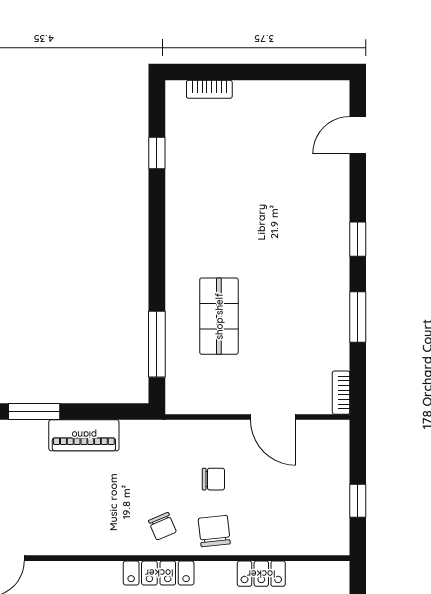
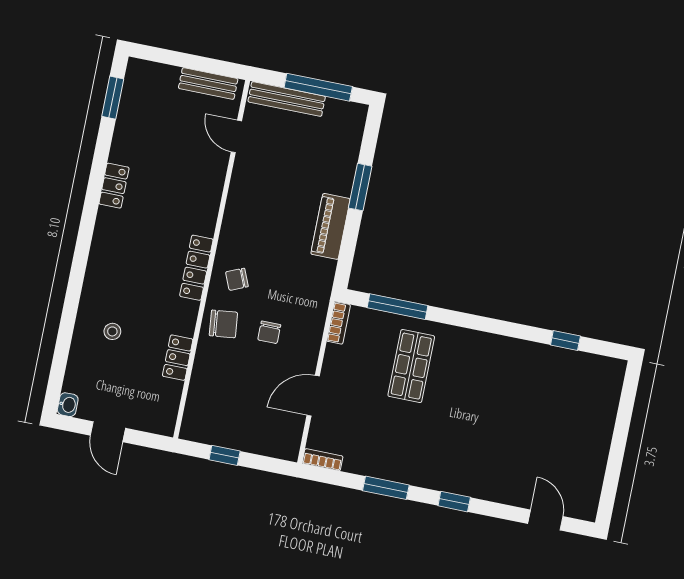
bookcase: (209, 89) -> (339, 323), moved, turned 180
shop shelf: (219, 316) -> (411, 366), turned 90

